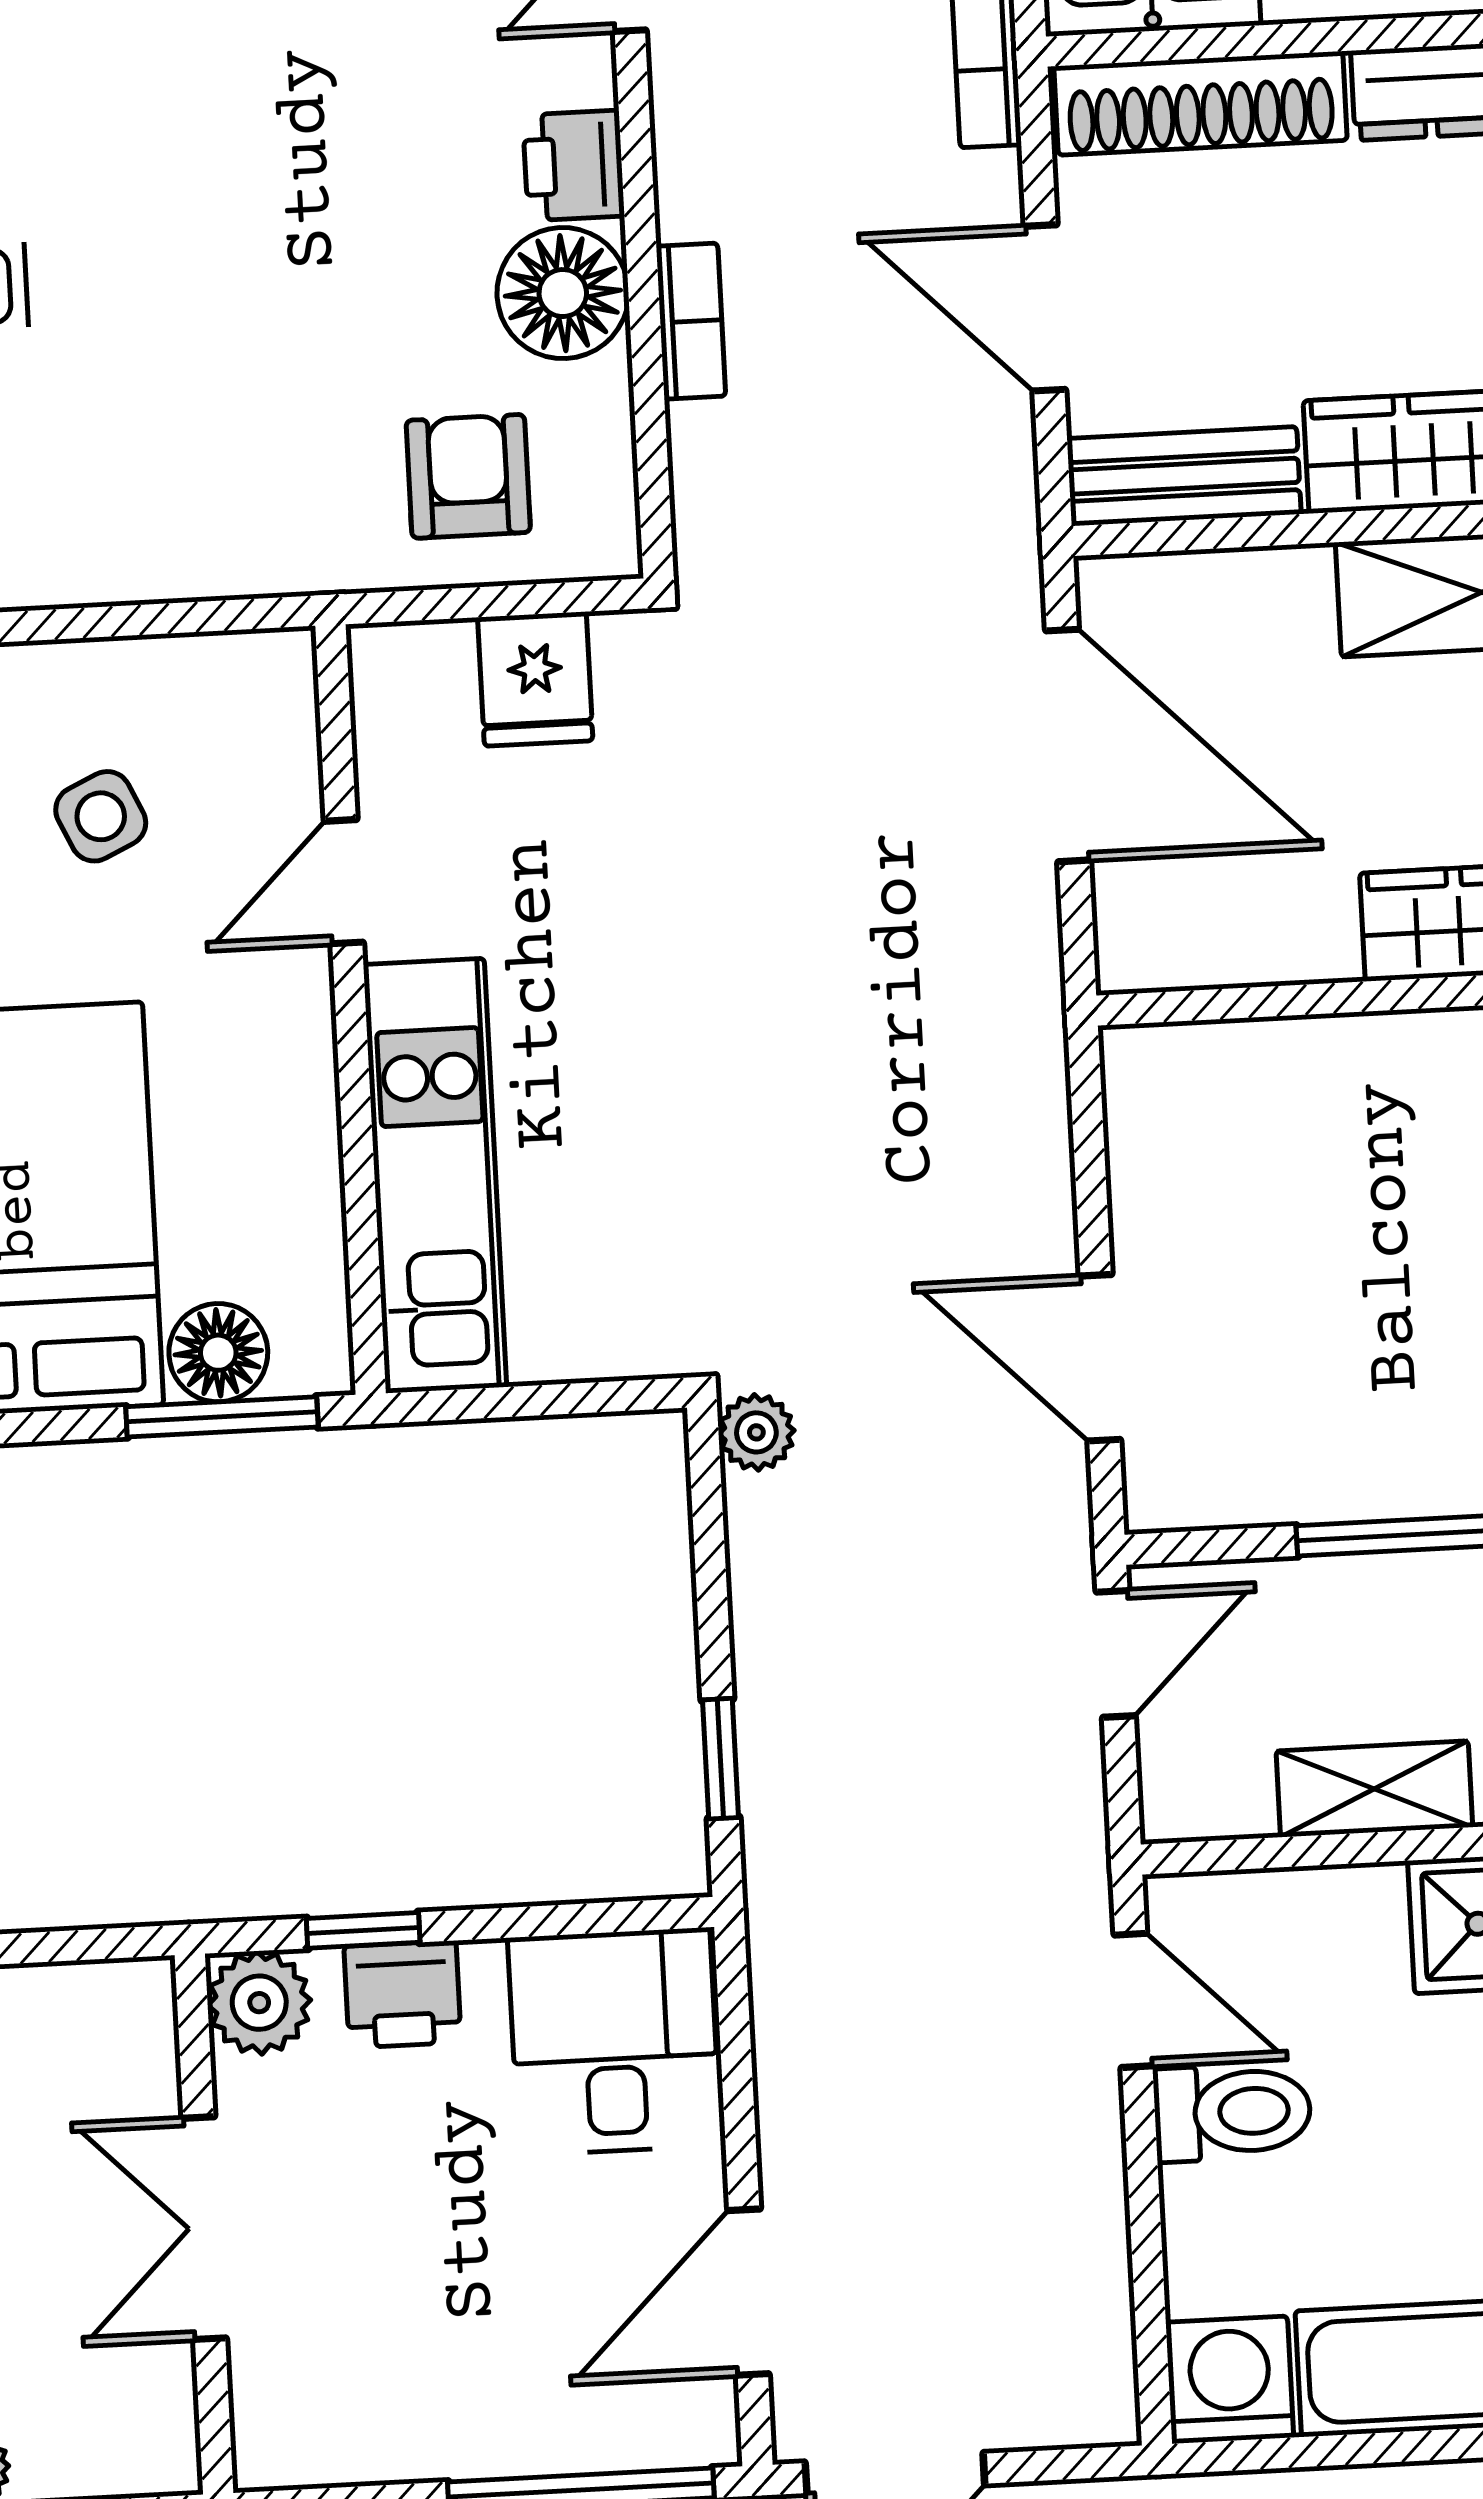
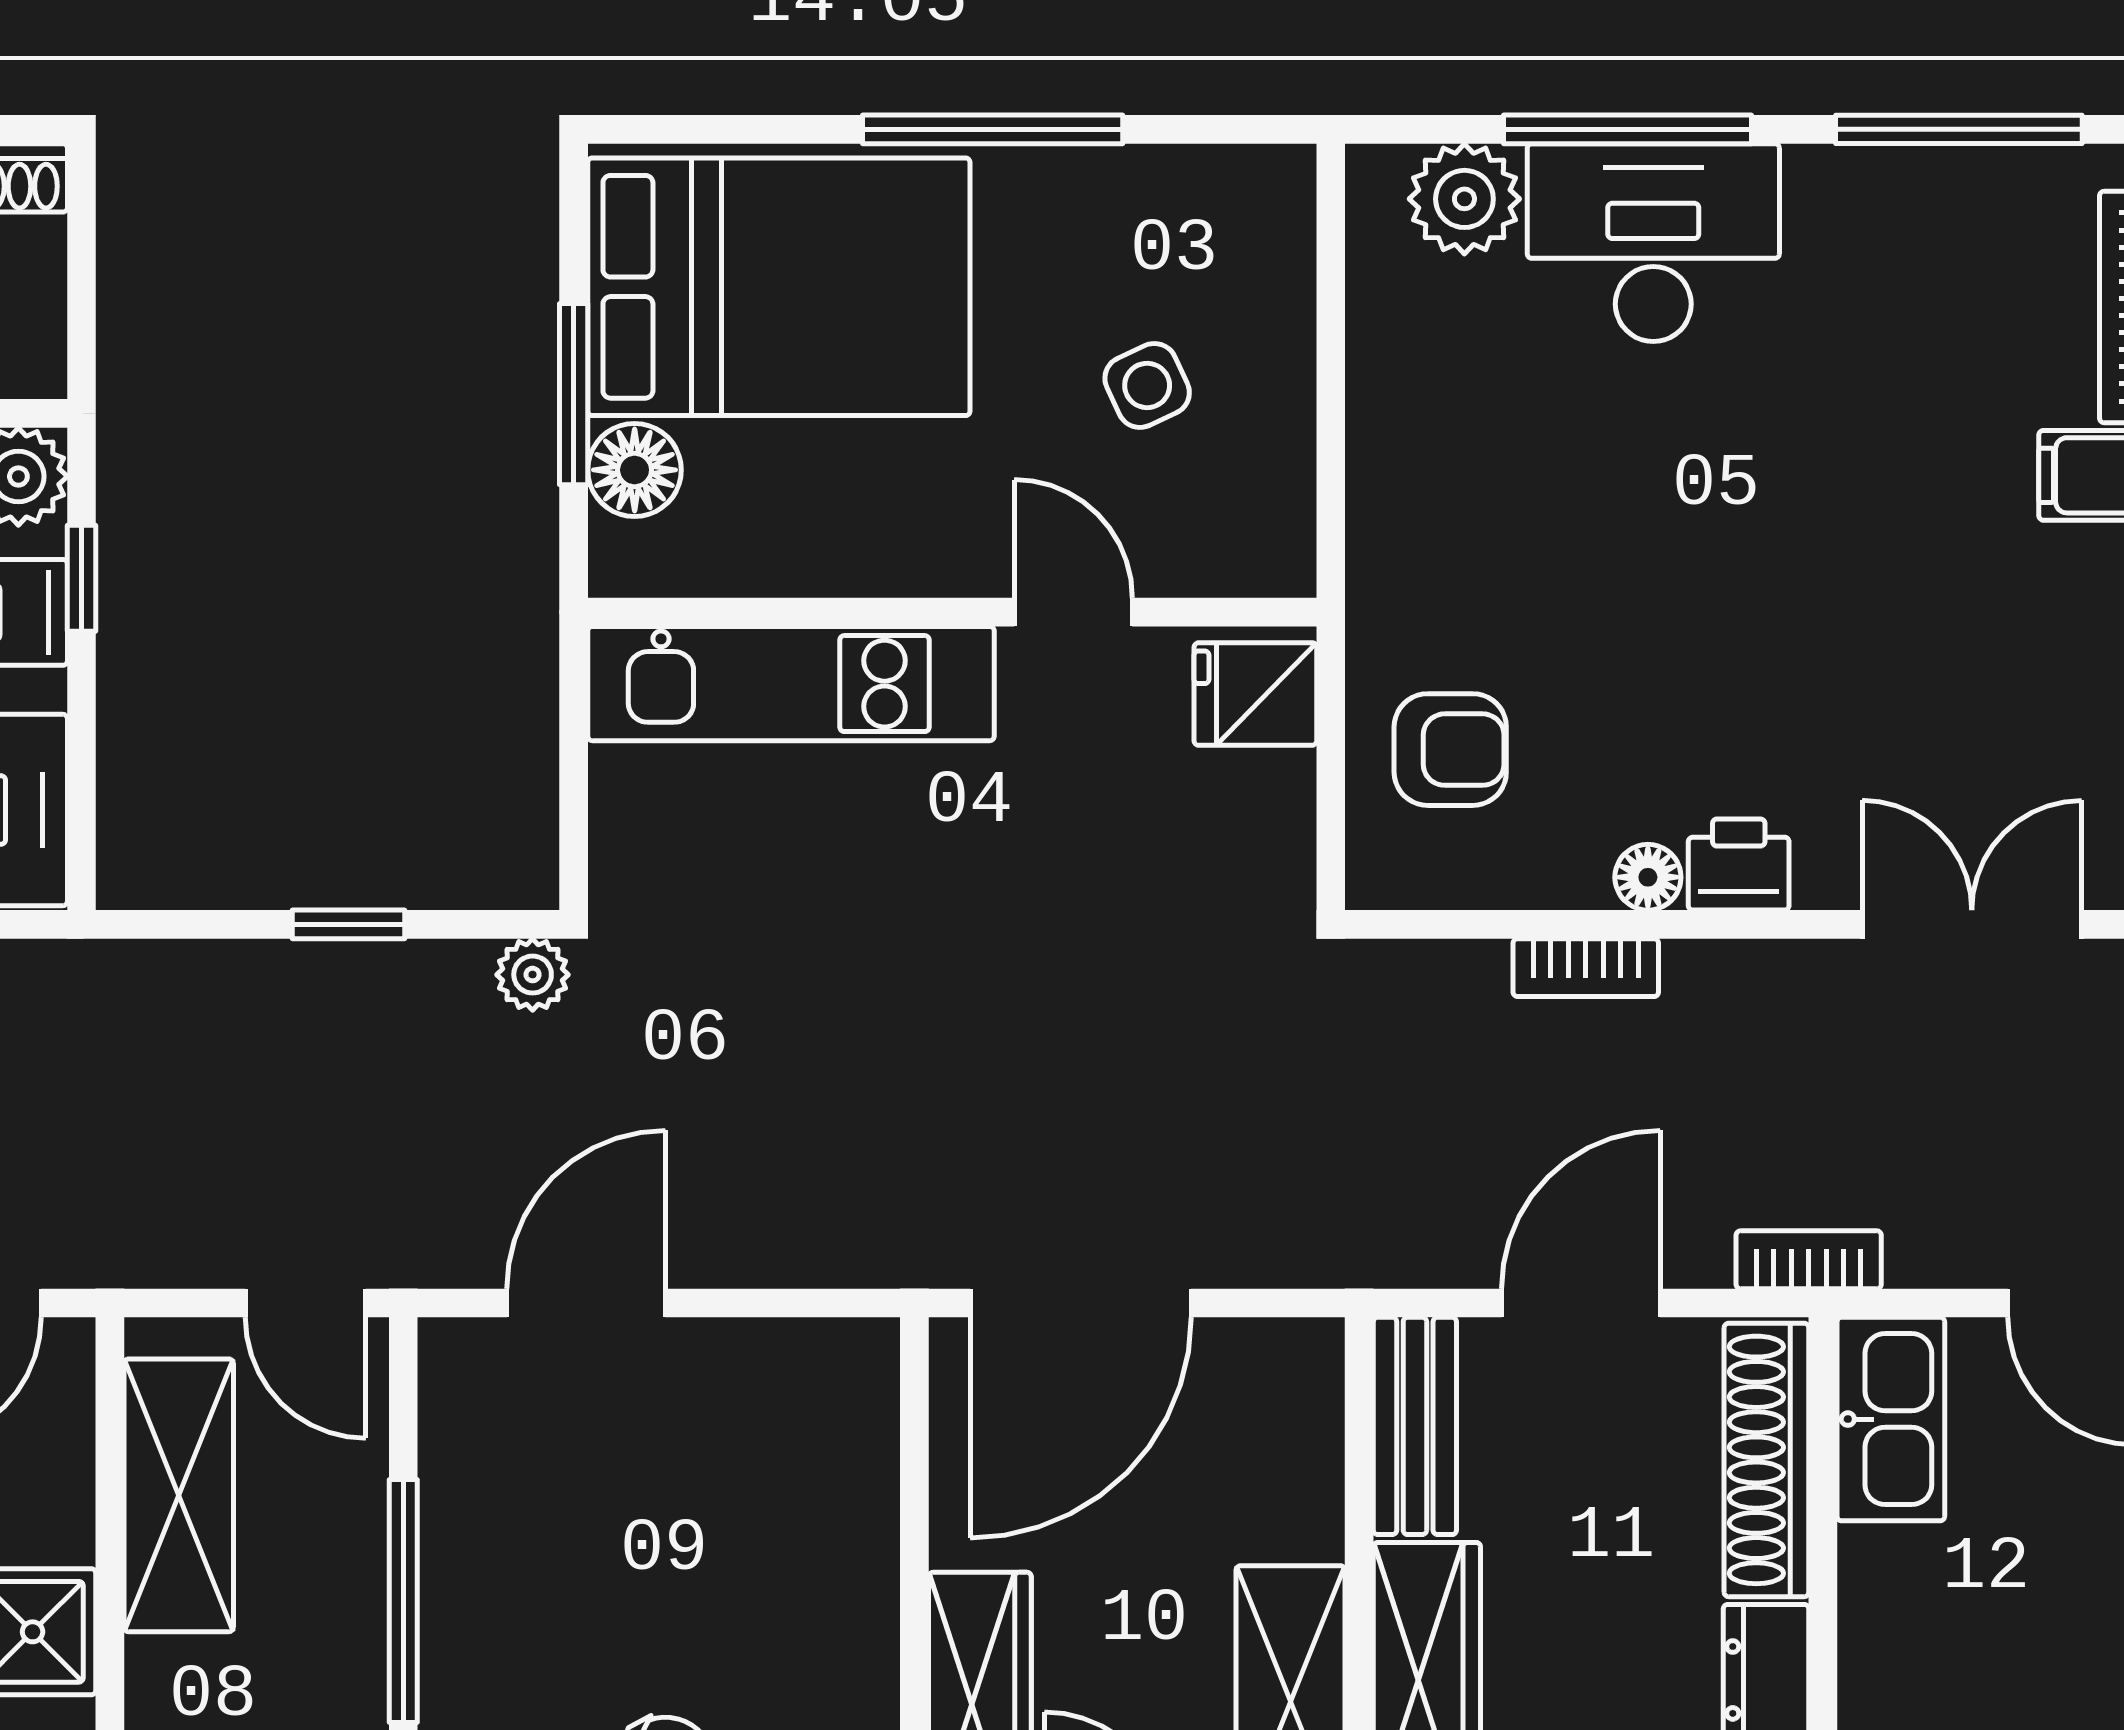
floor lamp: (563, 293) -> (1648, 877), width x0.53, depth x0.53
fridge: (535, 679) -> (1255, 694), moved
door: (1068, 745) -> (1081, 1303), moved
window: (222, 1417) -> (574, 394), moved
window: (720, 1759) -> (349, 924), moved
shelving: (1374, 1789) -> (179, 1495), width x1.50, depth x1.33

